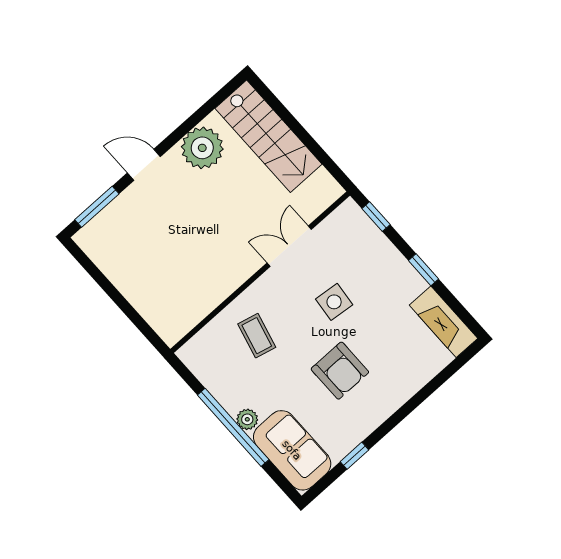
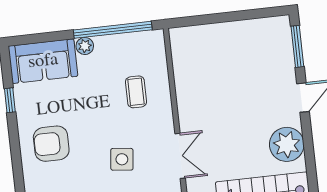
coffee table: (257, 336) -> (136, 92), turned 76
armchair: (340, 371) -> (51, 144), moved
window: (233, 427) -> (113, 30), moved

